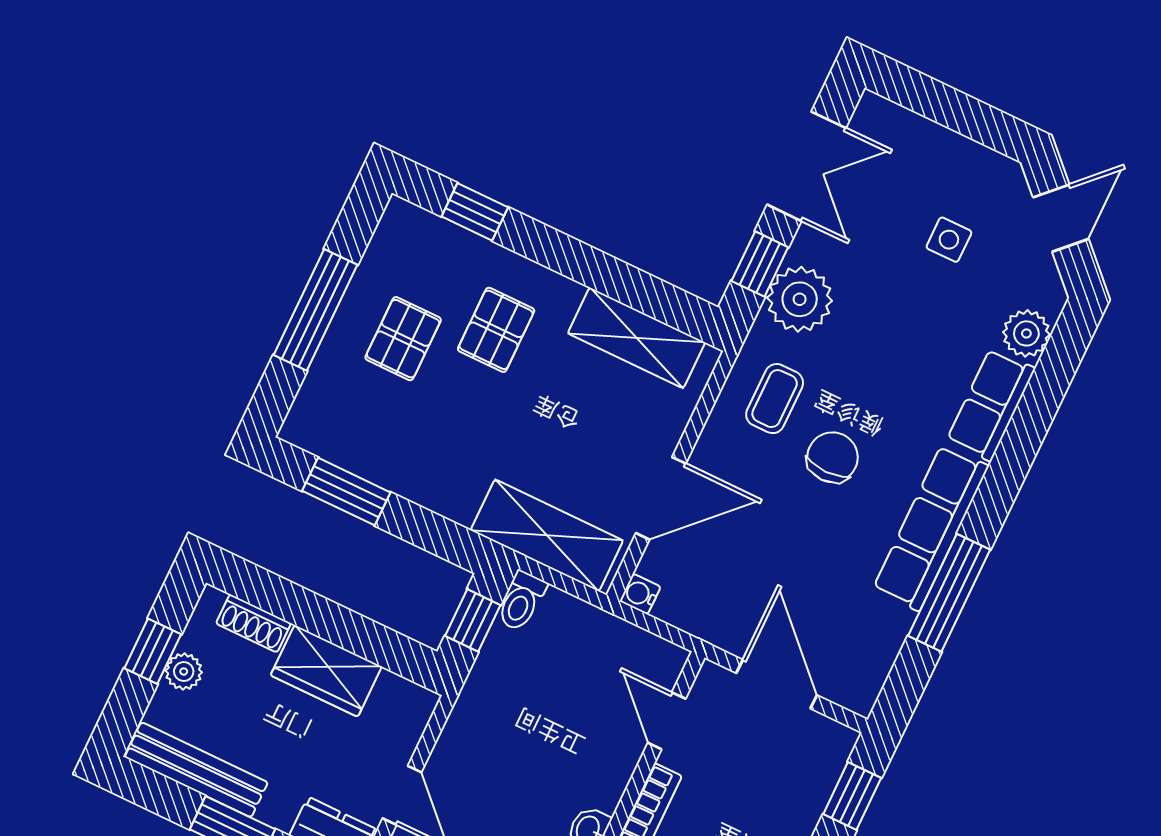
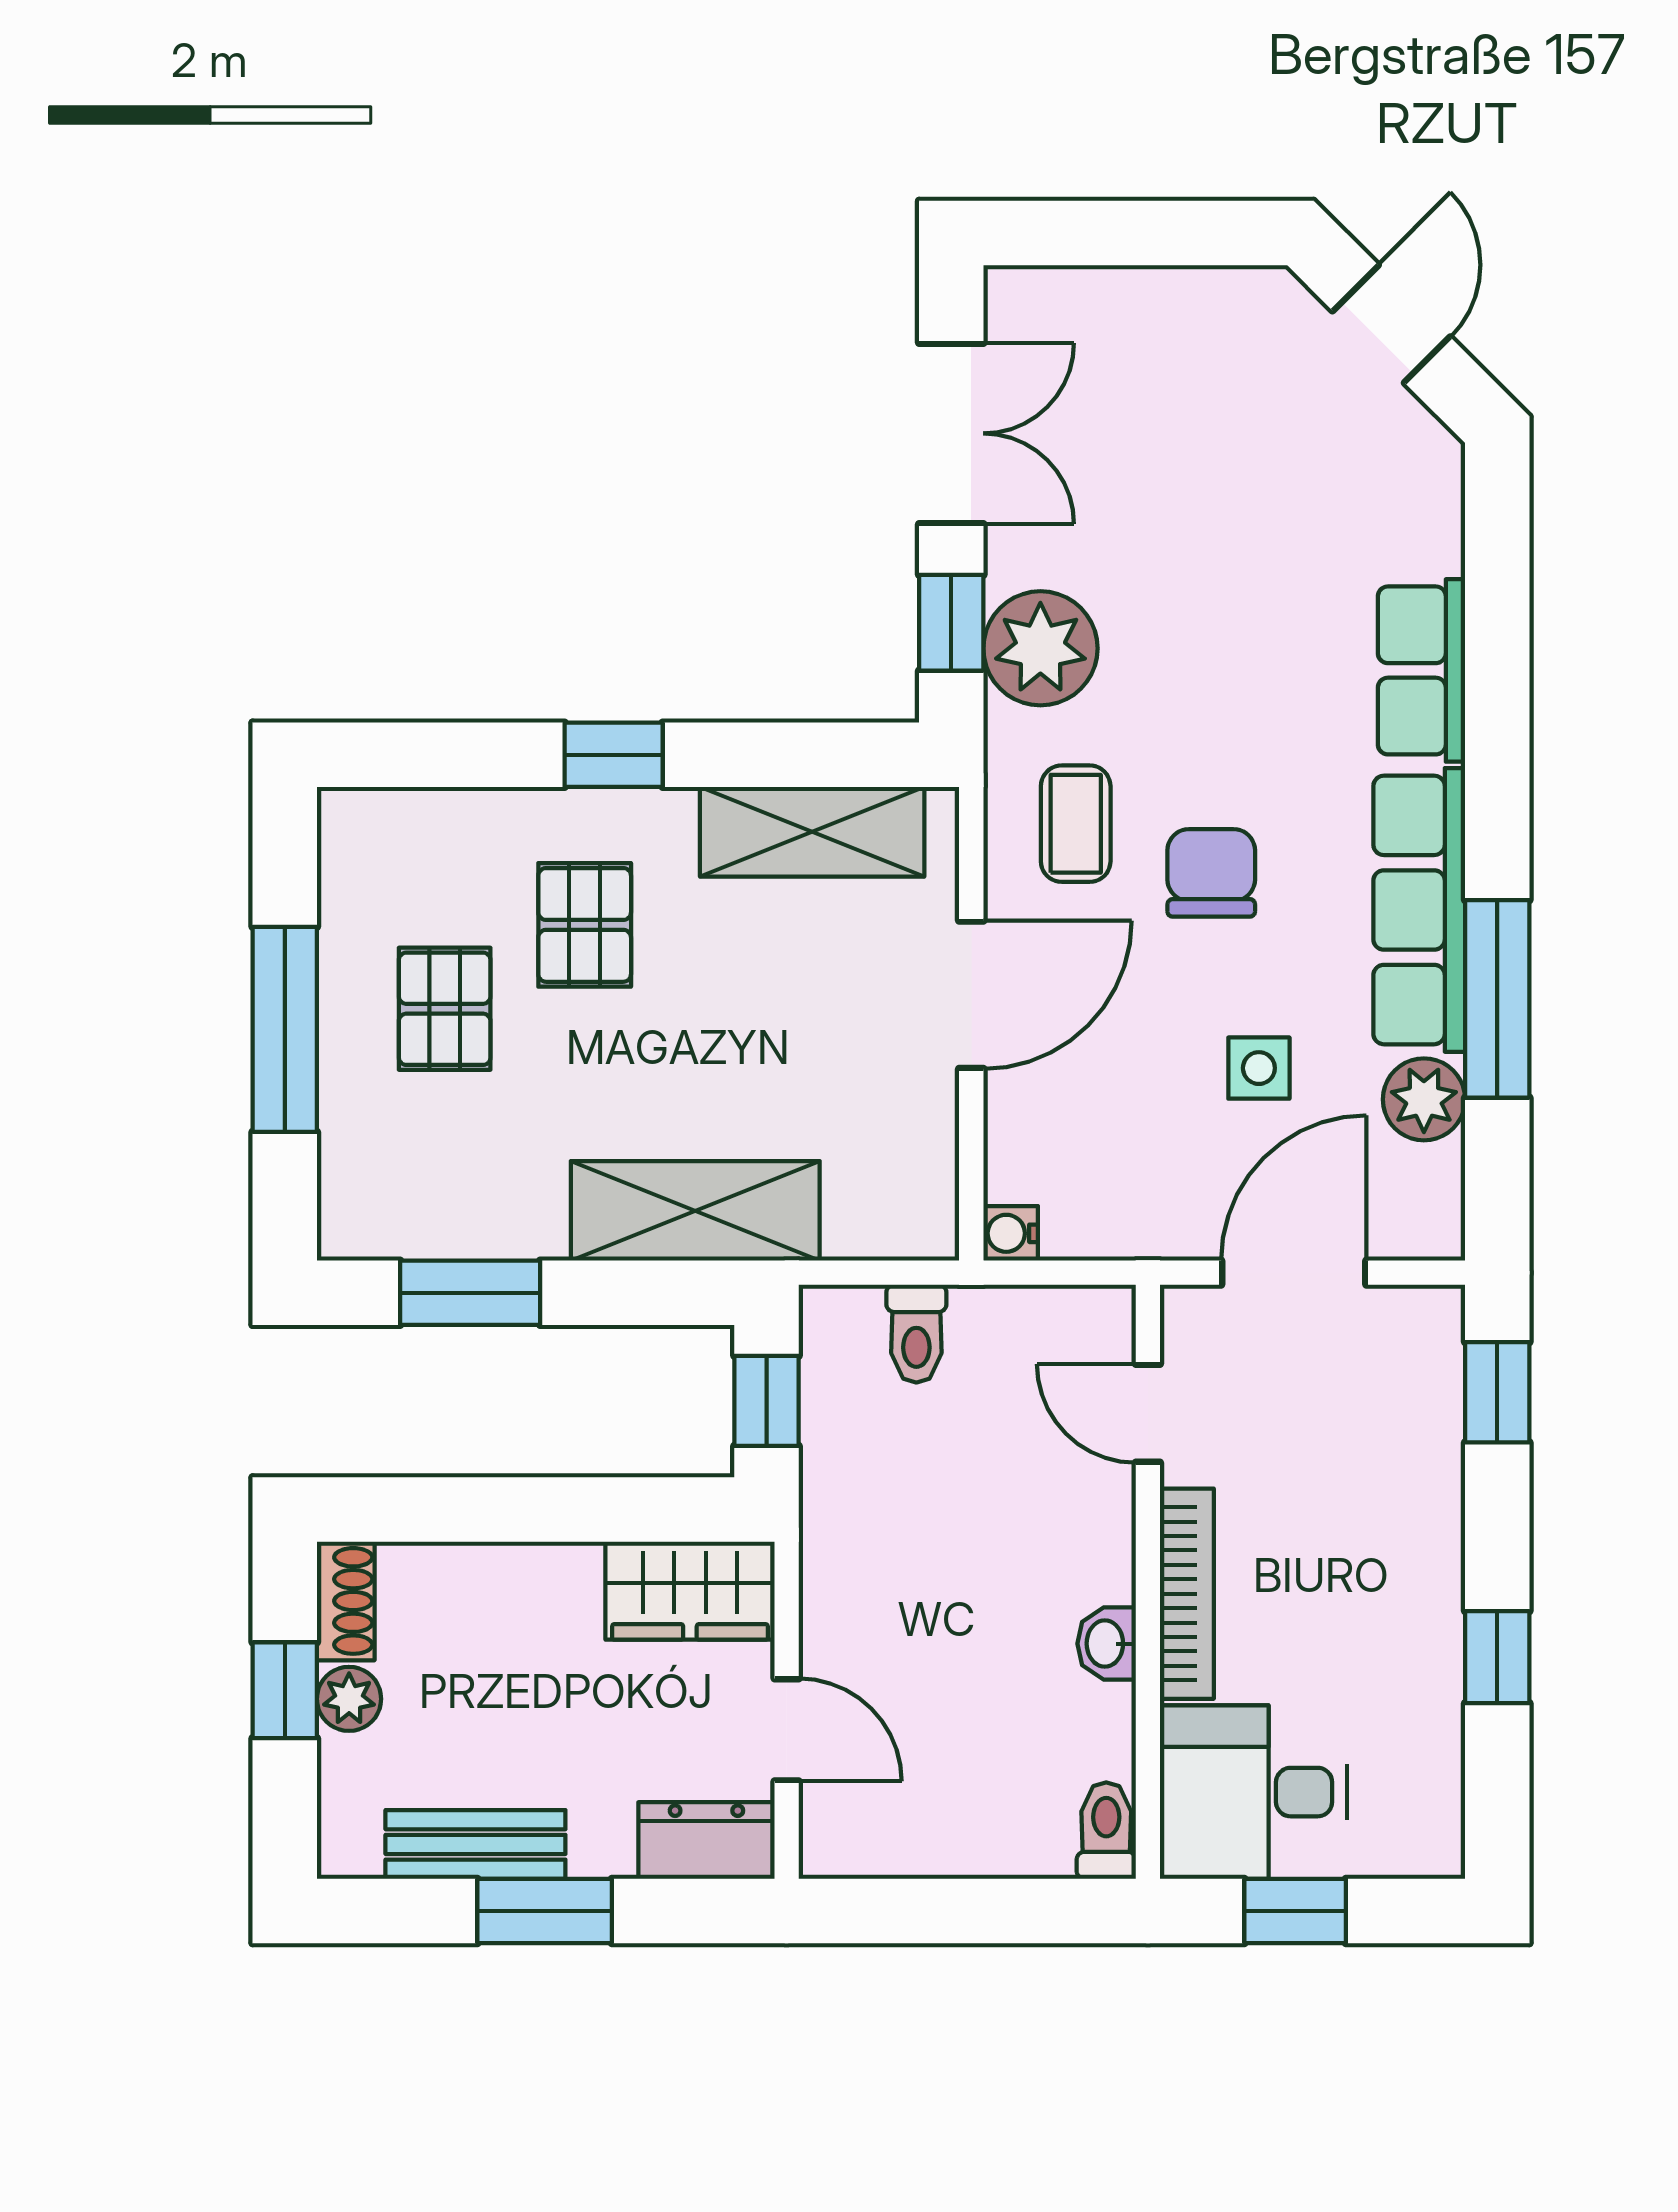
window: (475, 212) -> (614, 755), moved
side table: (949, 240) -> (1259, 1068), moved
plant: (1026, 333) -> (1424, 1099), moved
door: (661, 498) -> (971, 995), moved
shelving: (547, 535) -> (695, 1211), moved
toilet: (521, 601) -> (916, 1334), moved
shoe rack: (253, 623) -> (346, 1601), moved, turned -90
wardrobe: (326, 671) -> (690, 1591), moved
door: (777, 684) -> (1294, 1273), hinge flipped
bench: (196, 770) -> (475, 1844), width x0.73

